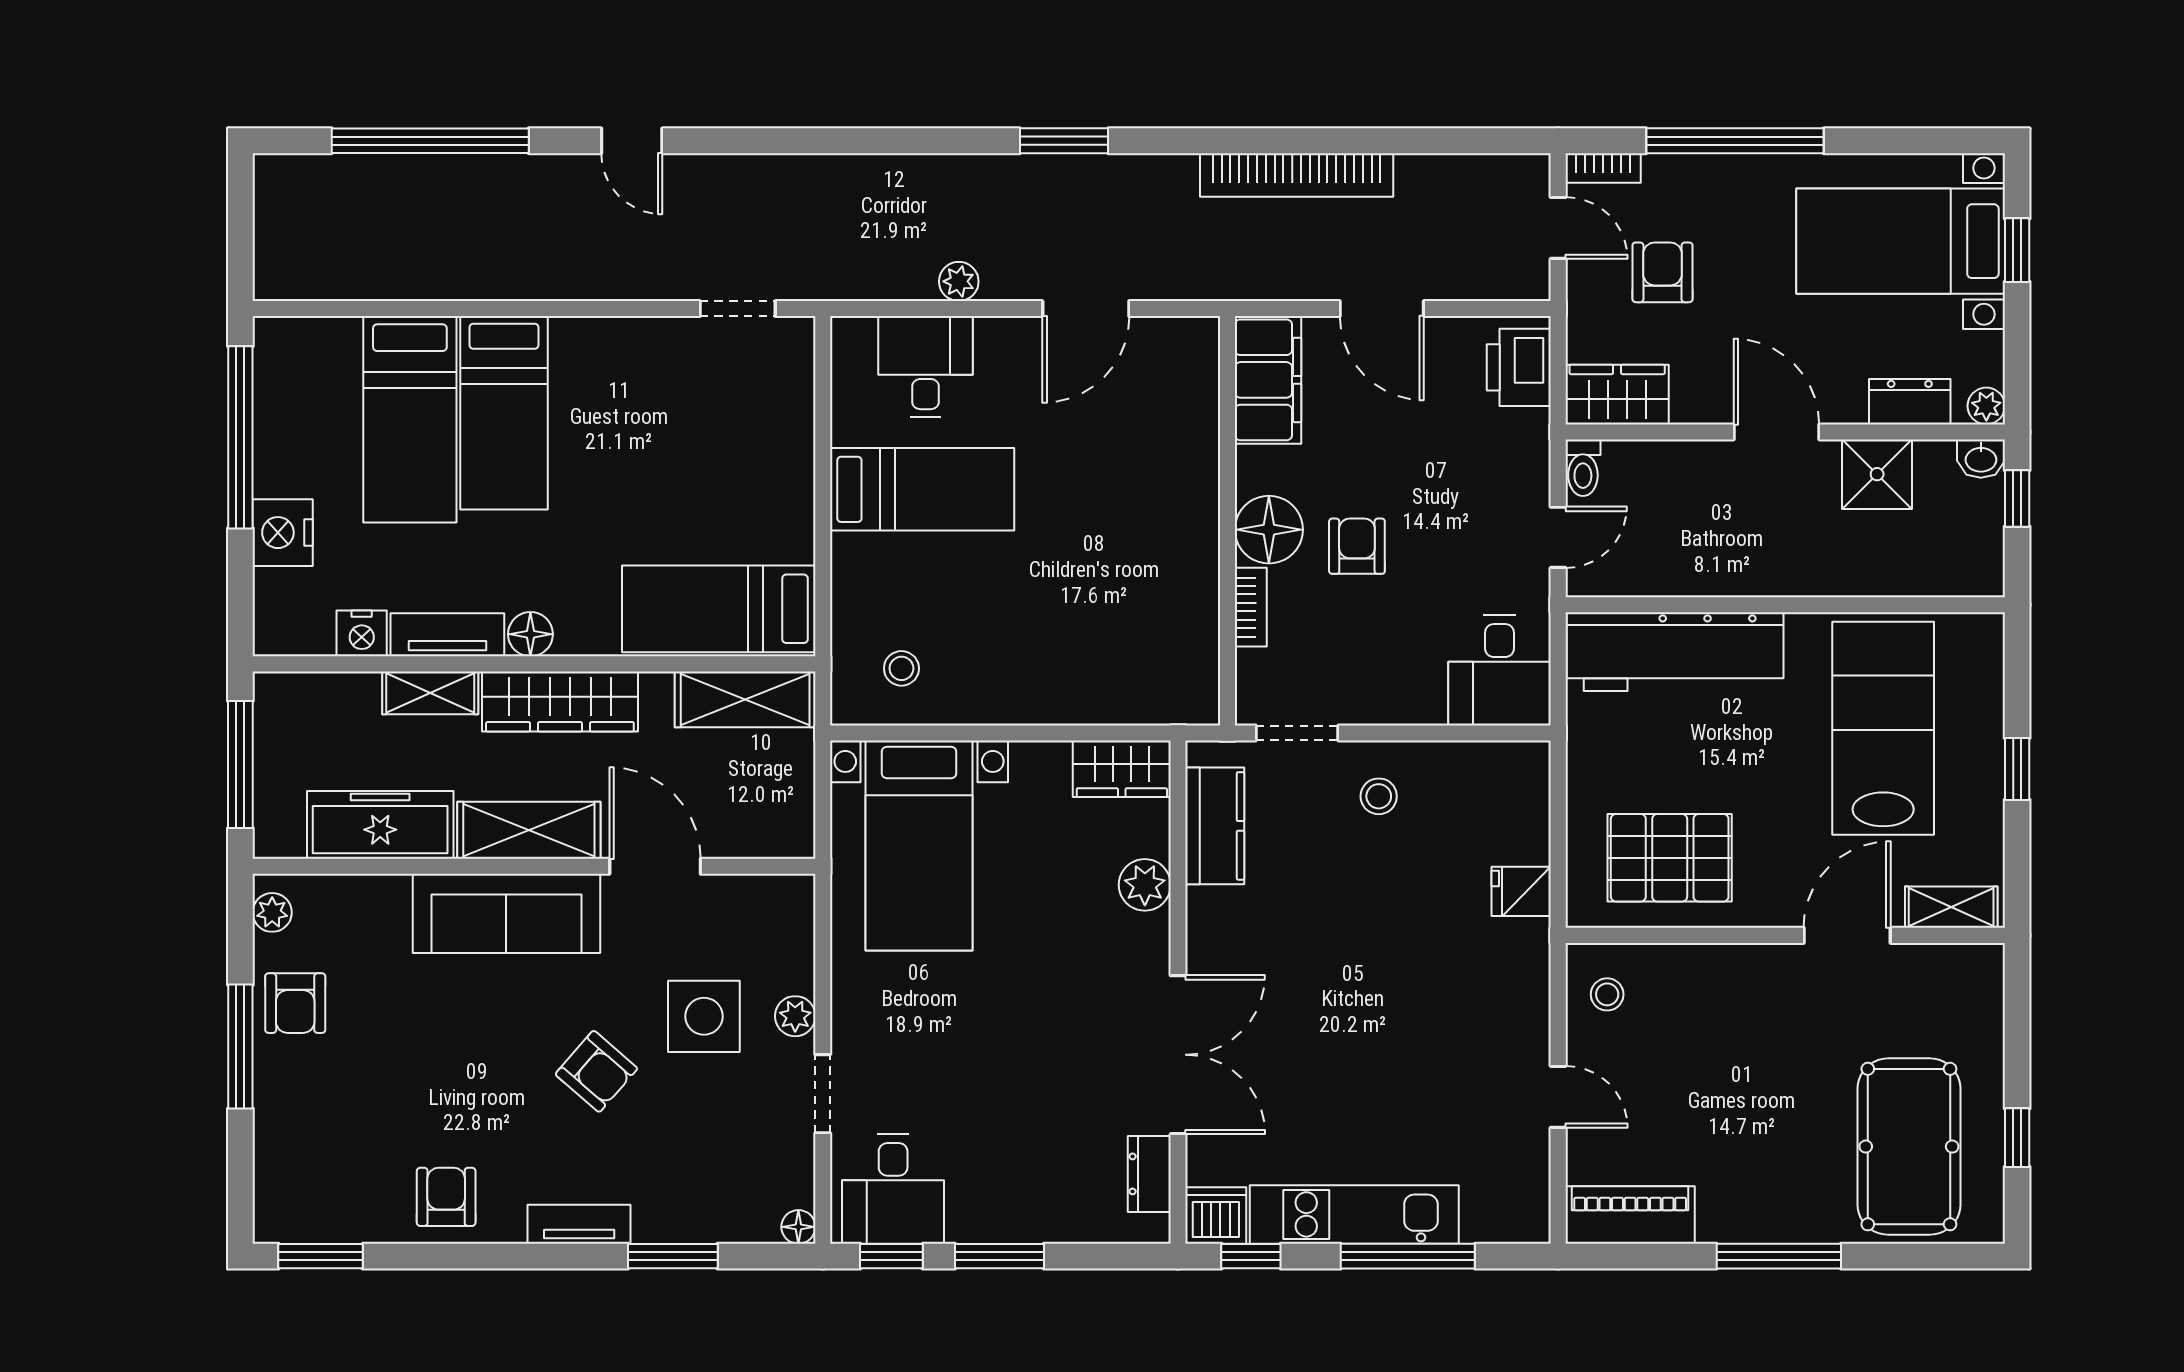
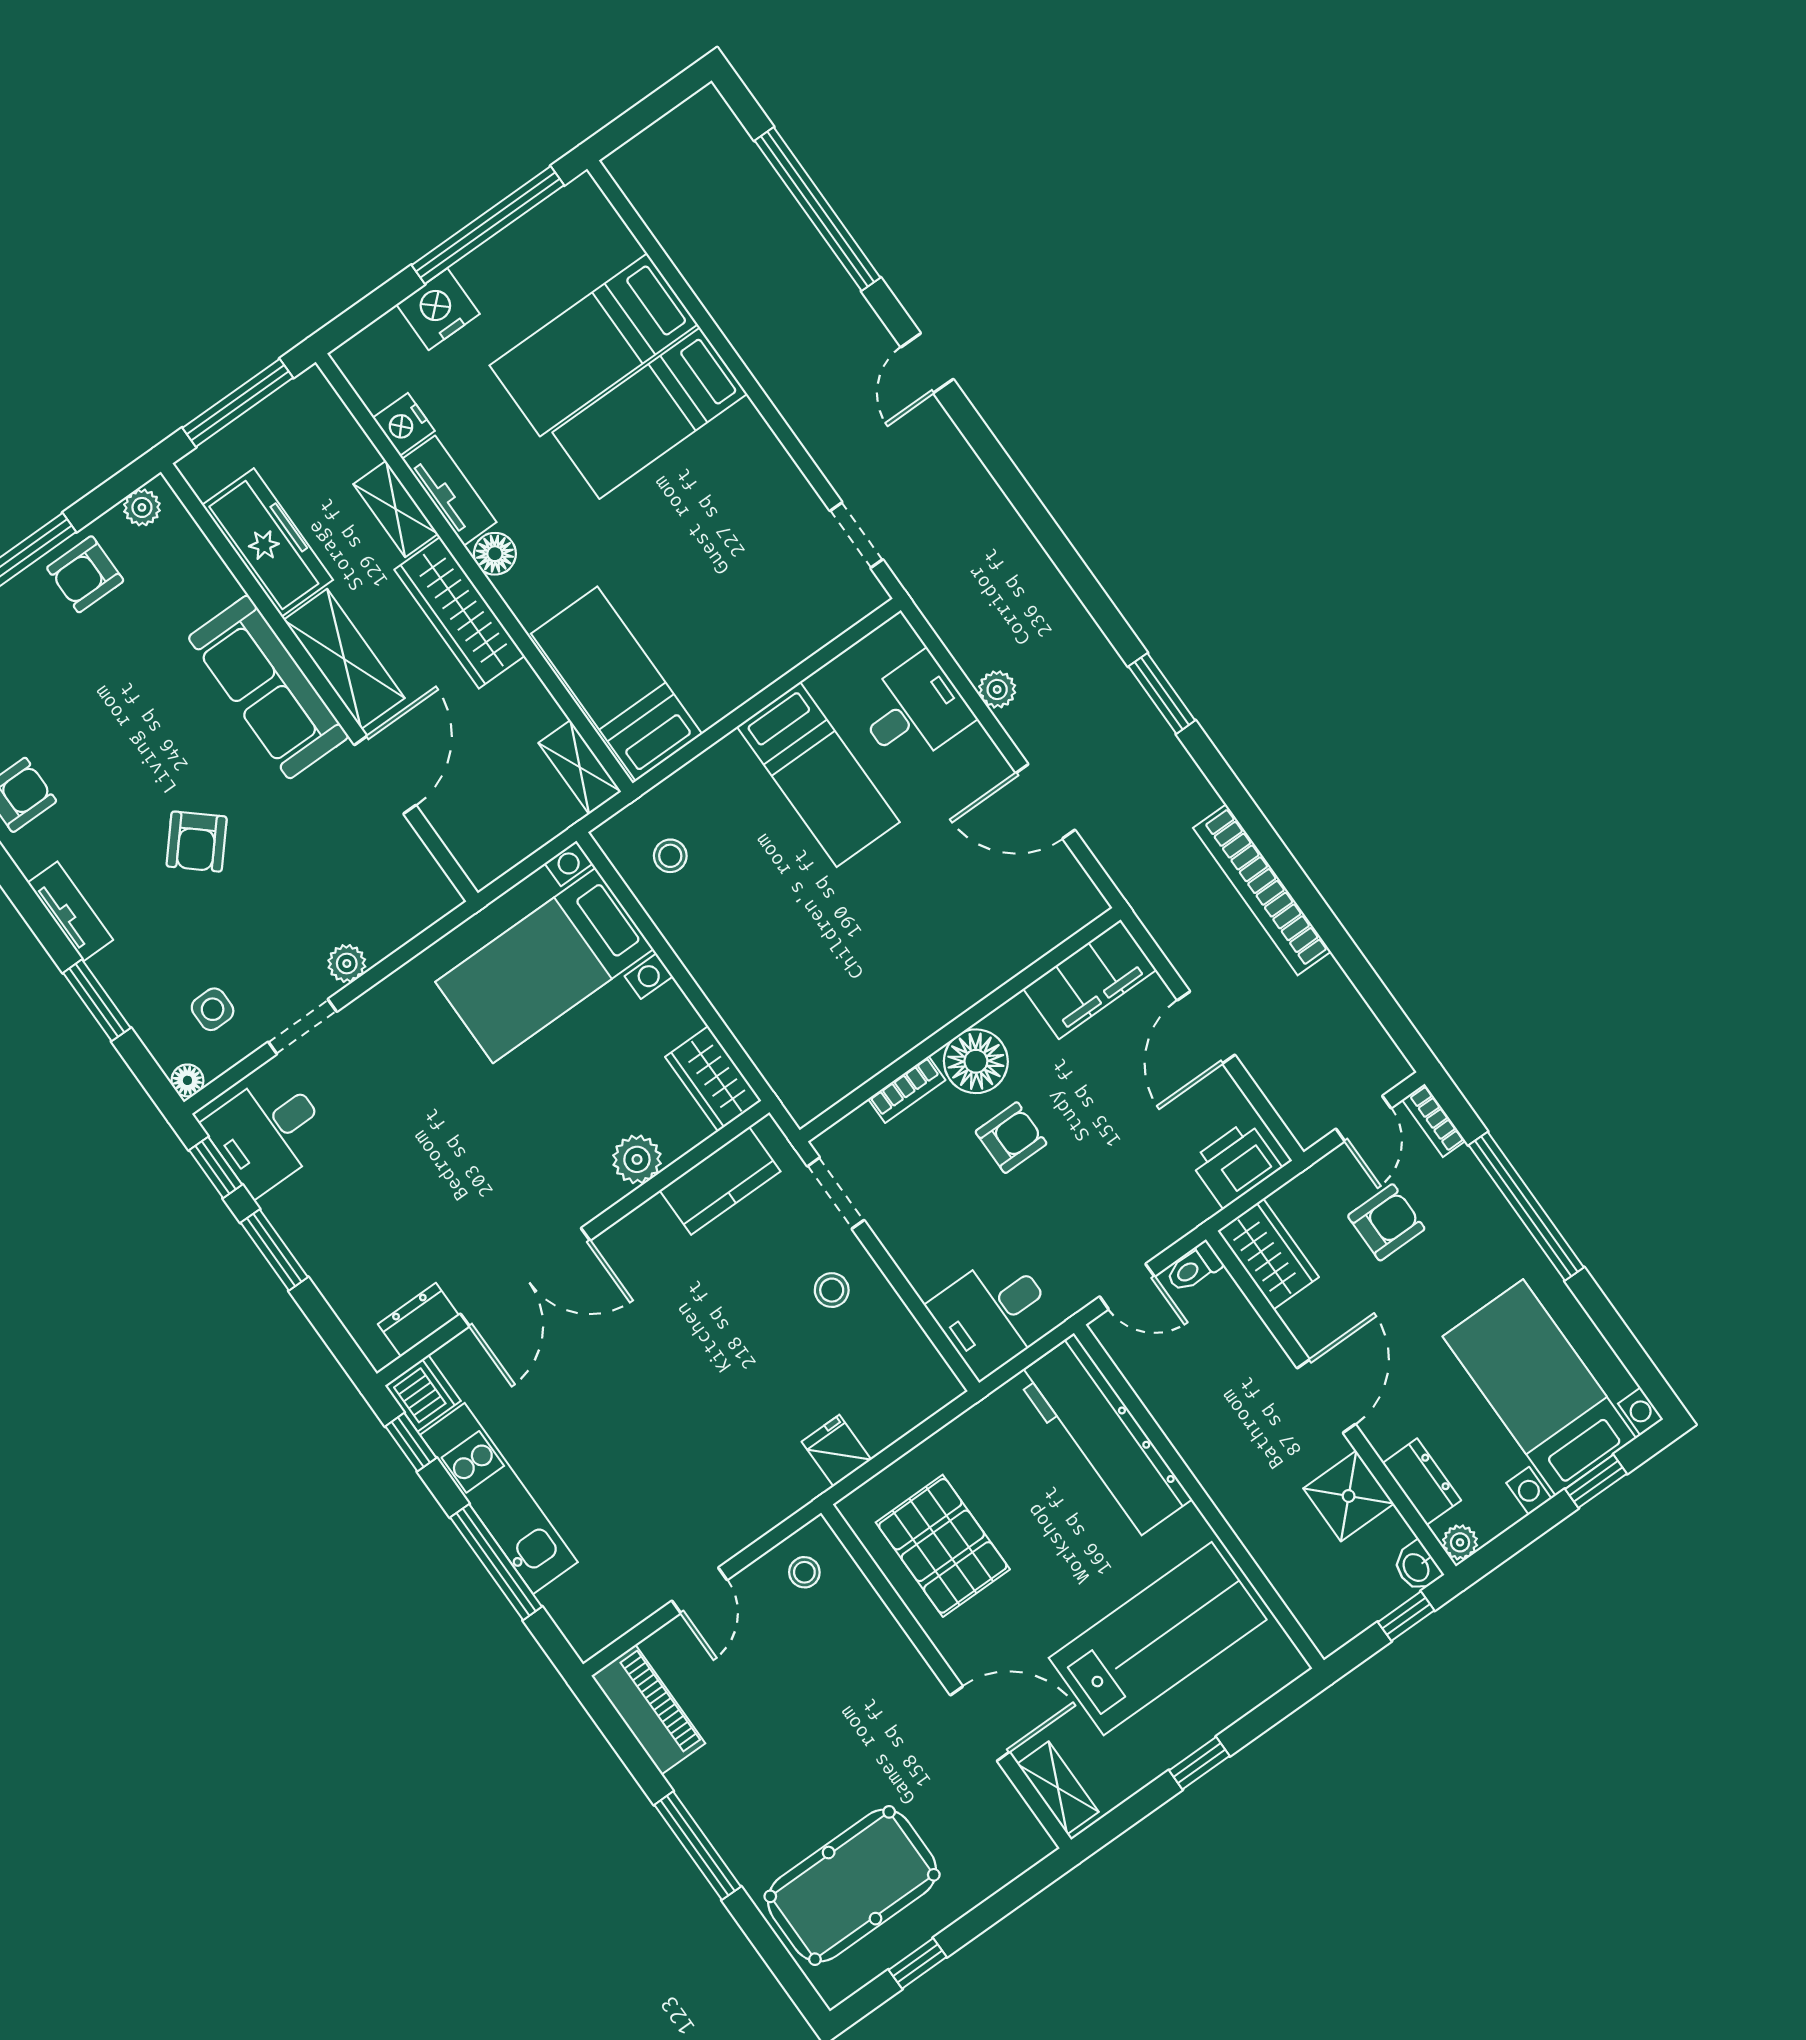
shelving: (745, 699) -> (580, 767), width x0.67, depth x0.75
side table: (704, 1016) -> (213, 1009), moved, width x0.54, depth x0.54

